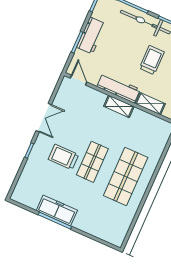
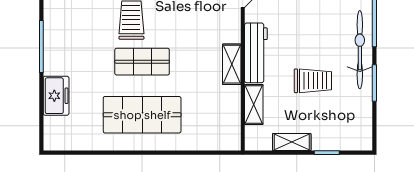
freezer: (57, 210) -> (56, 96), moved, width x0.71

